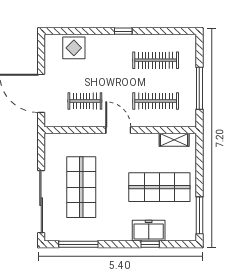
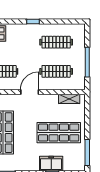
door: (118, 130) -> (30, 92), hinge flipped

